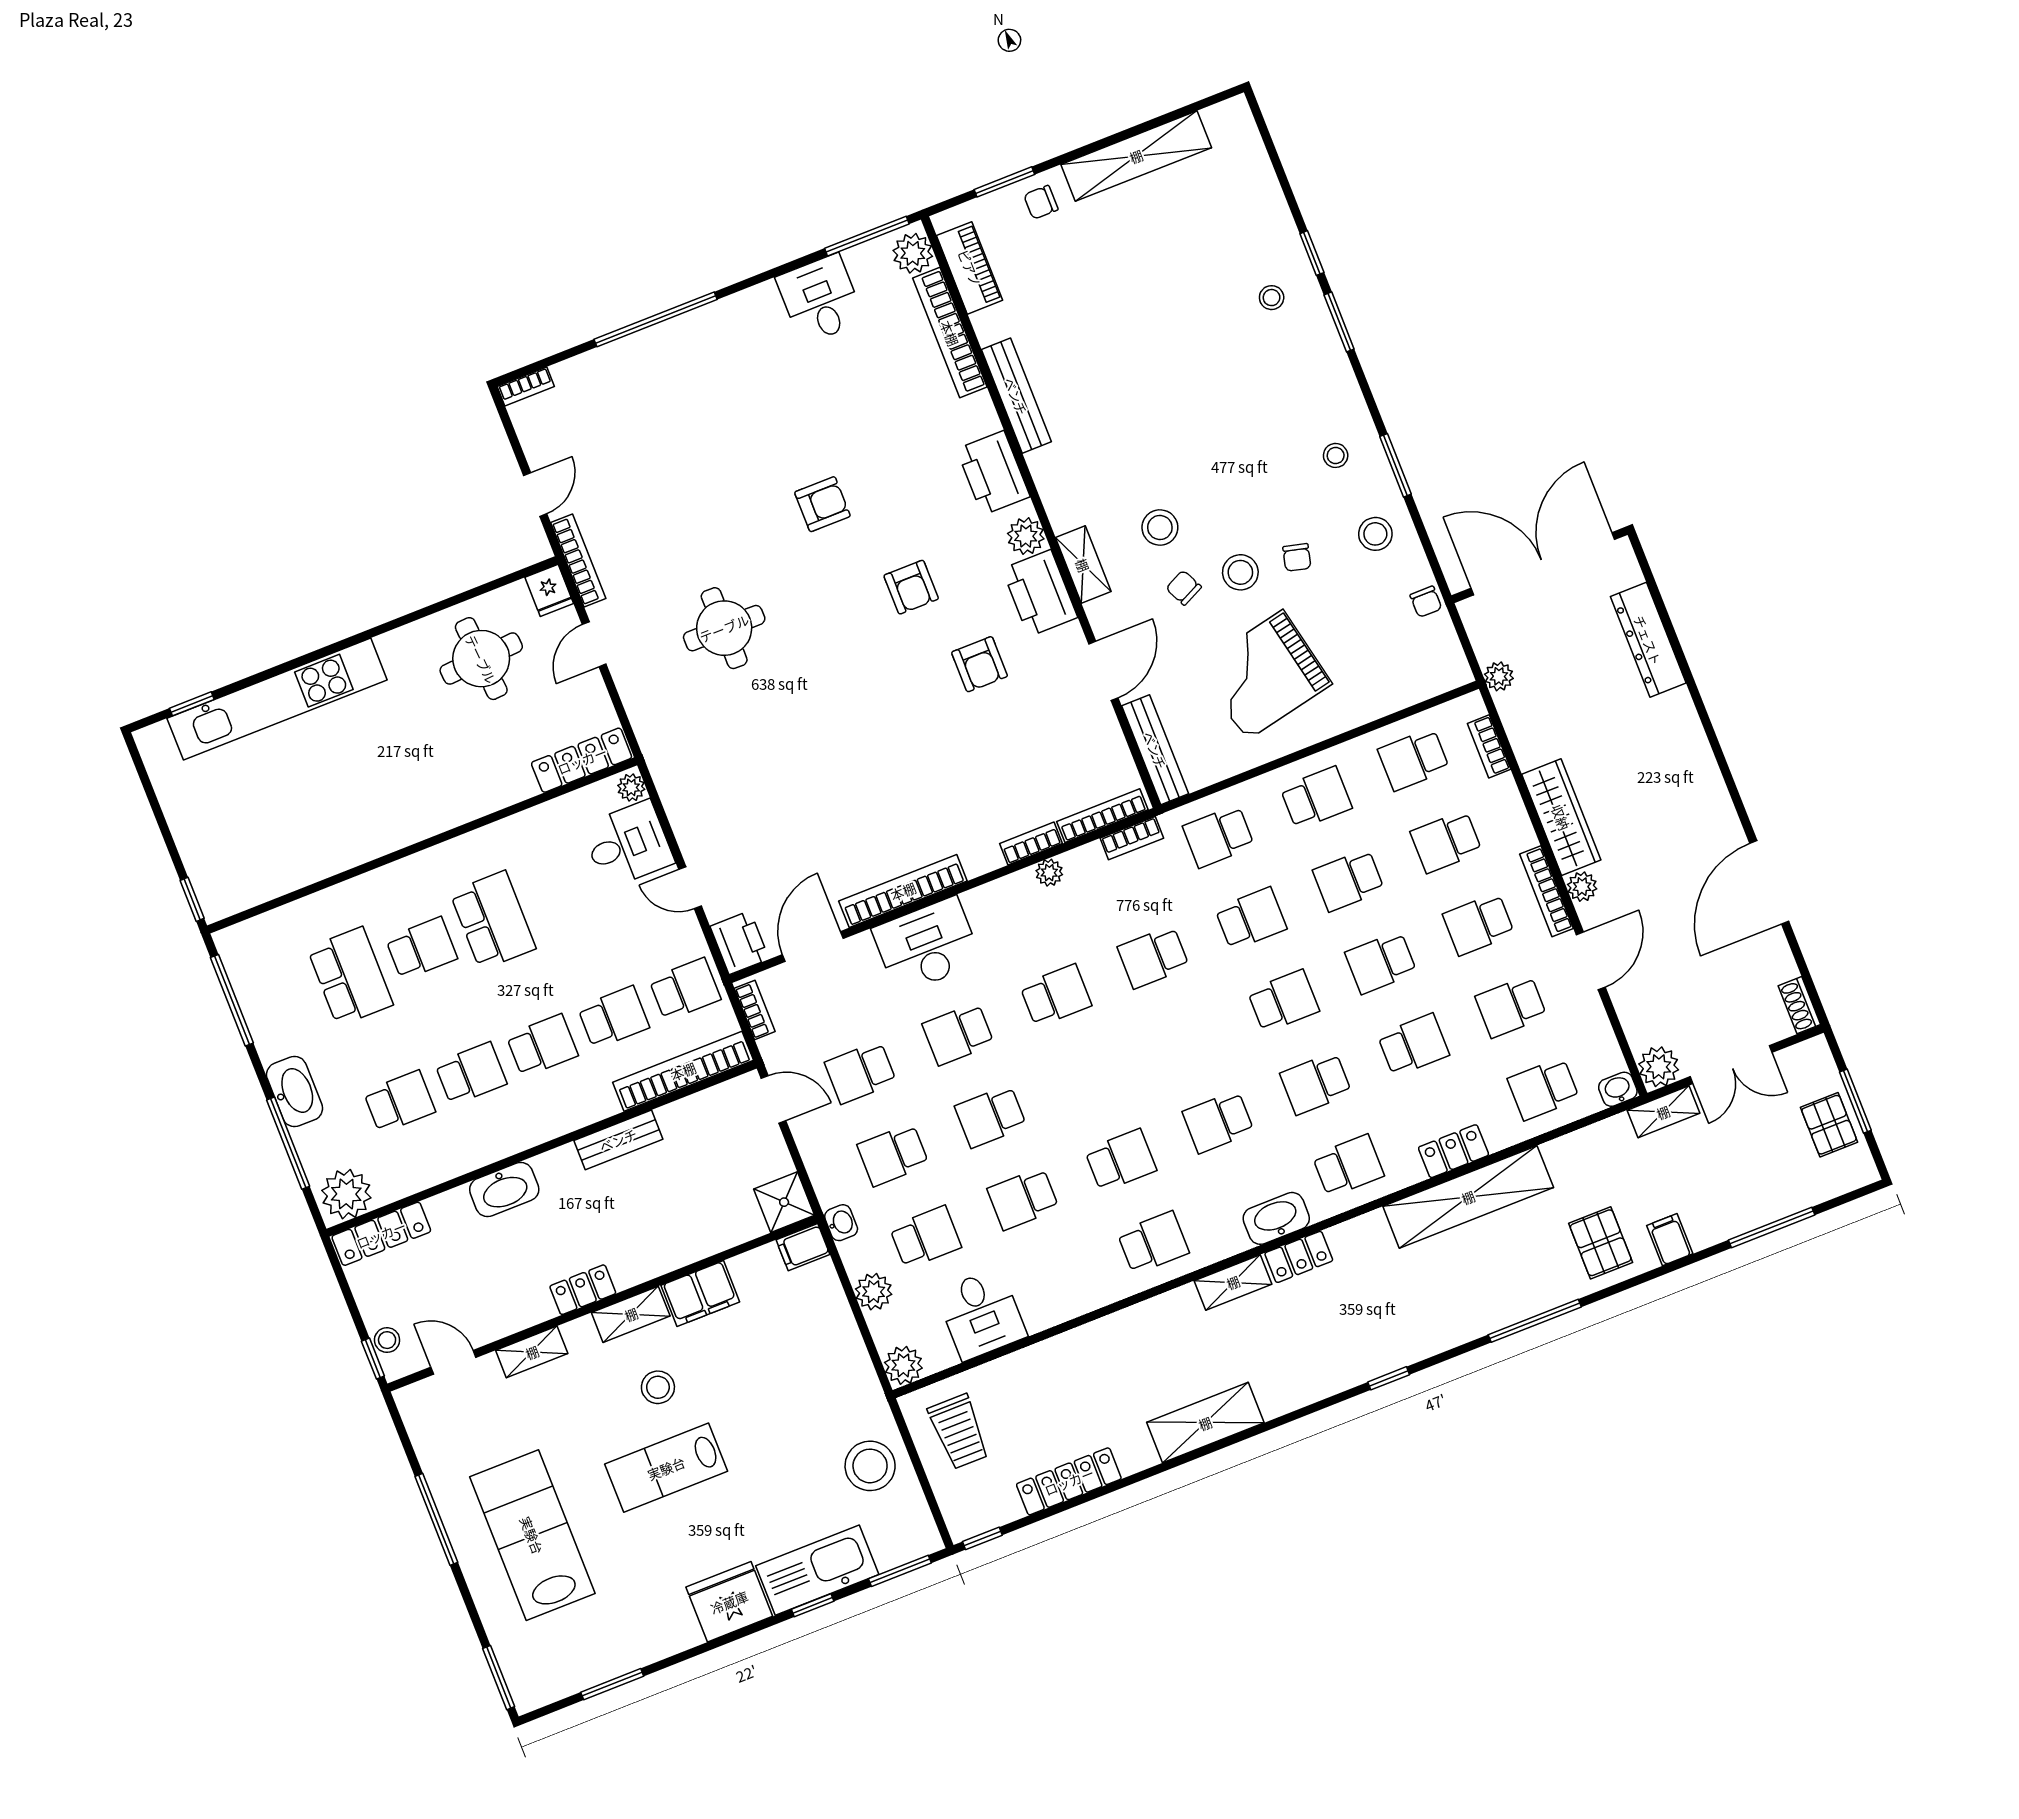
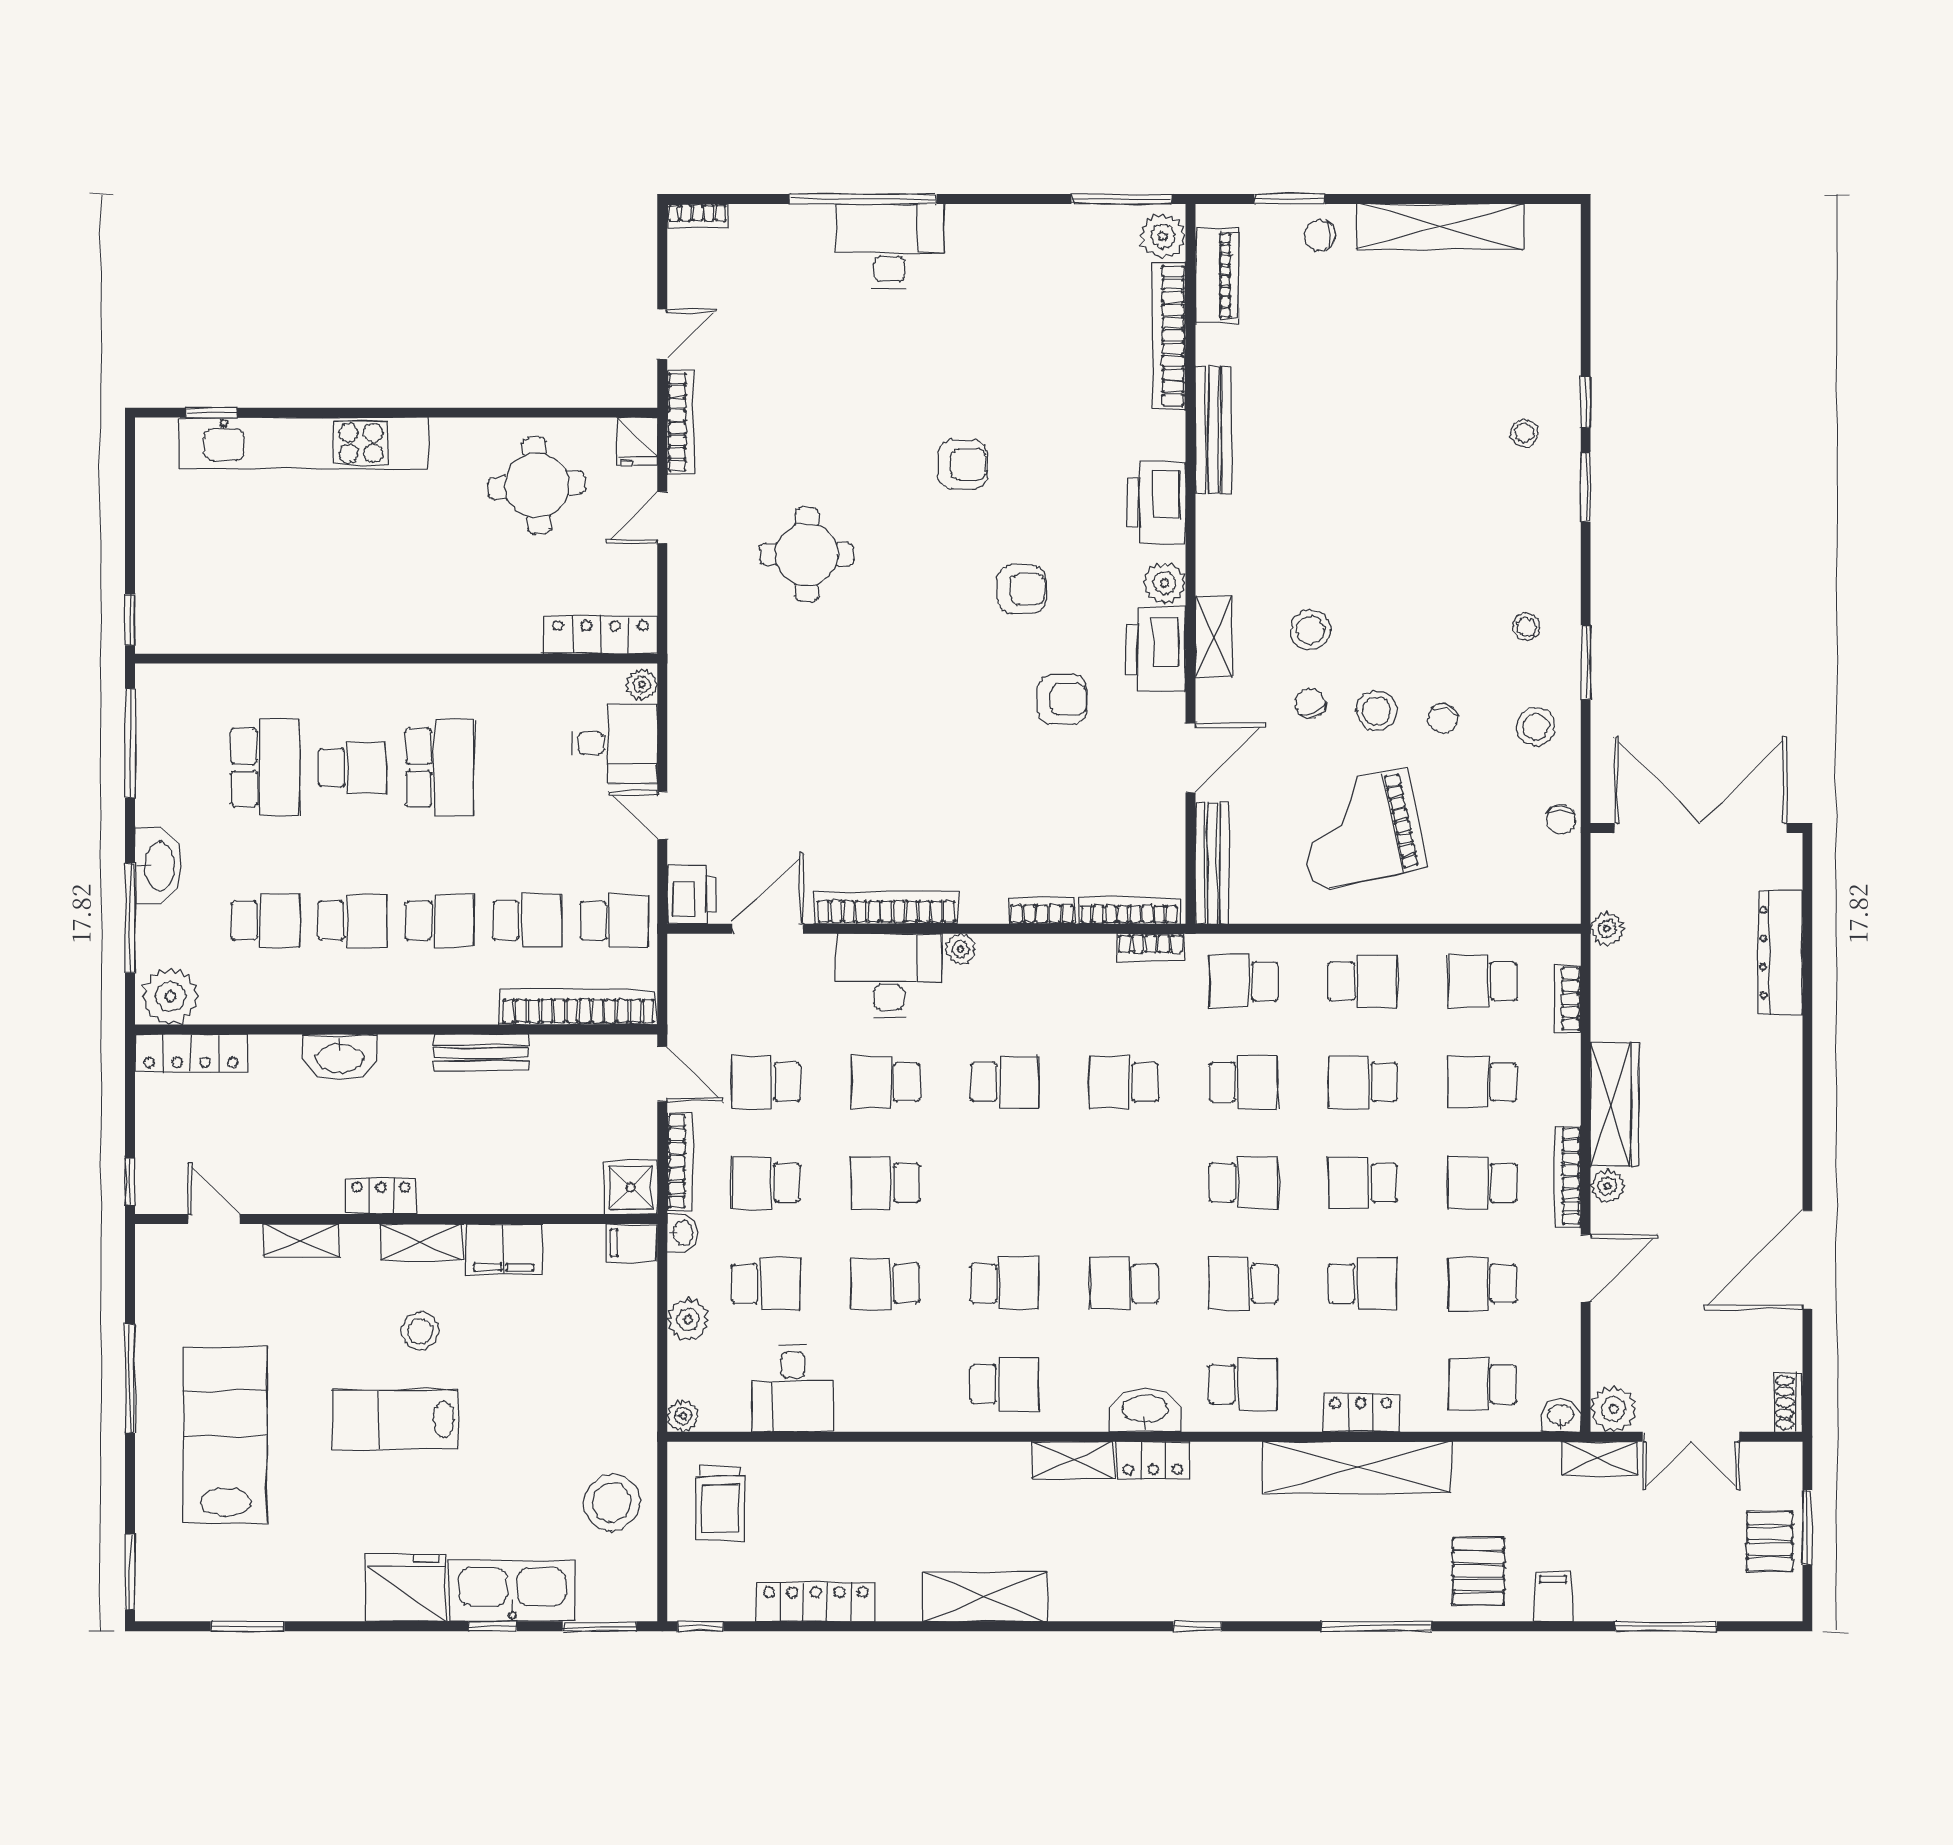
desk: (820, 299) -> (890, 246), moved, width x1.37
armchair: (911, 587) -> (1022, 589), turned -90
armchair: (980, 664) -> (1062, 699), turned -90
plant: (1049, 873) -> (961, 949), moved
bookcase: (755, 1010) -> (680, 1161), moved, width x1.56
stool: (387, 1340) -> (153, 1168), removed
plant: (903, 1365) -> (683, 1416), width x0.73, depth x0.73

